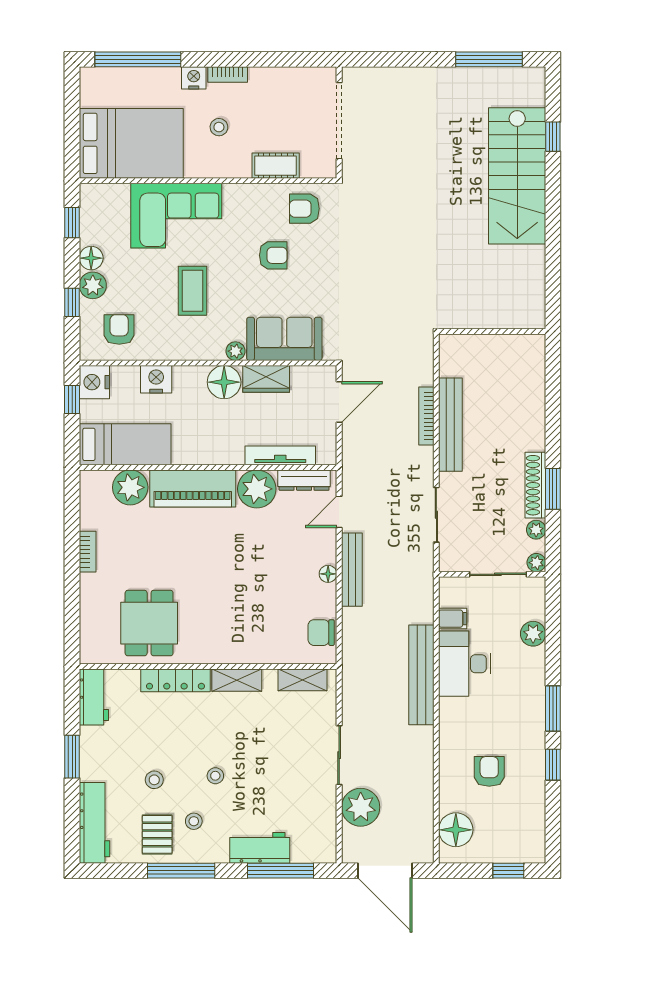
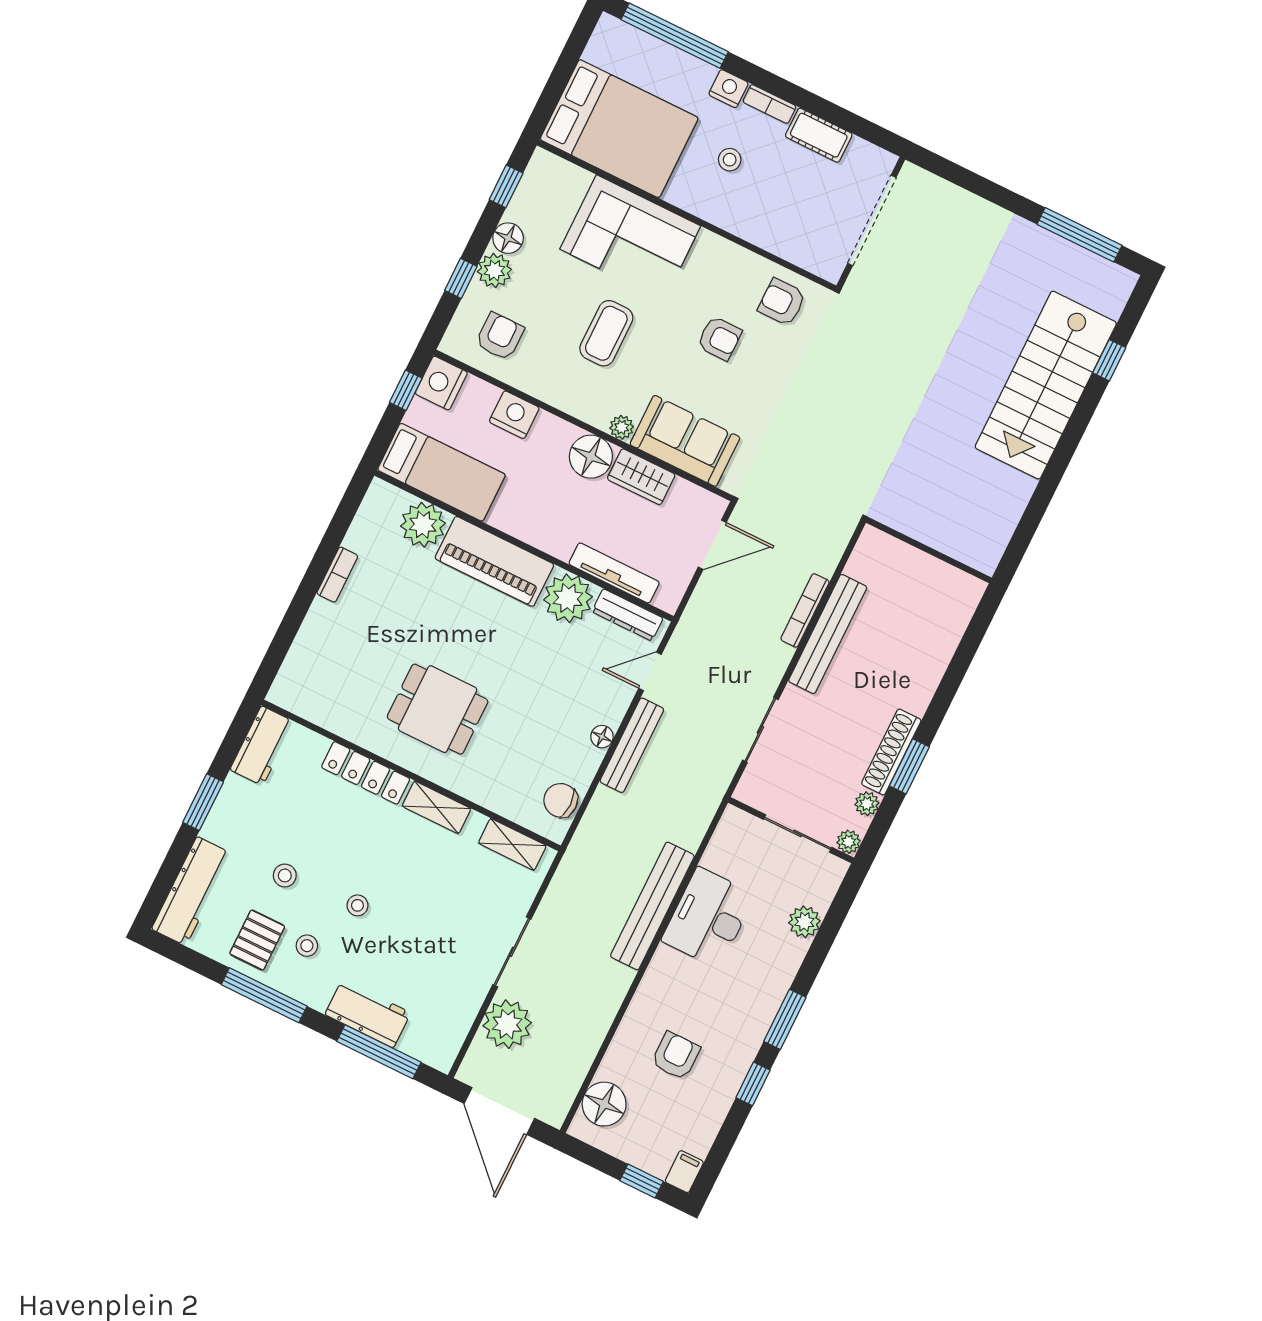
cot: (276, 166) -> (819, 135), moved
filing cabinet: (453, 619) -> (684, 1172), moved, turned -90
dining table: (149, 623) -> (438, 709), moved, turned 90

